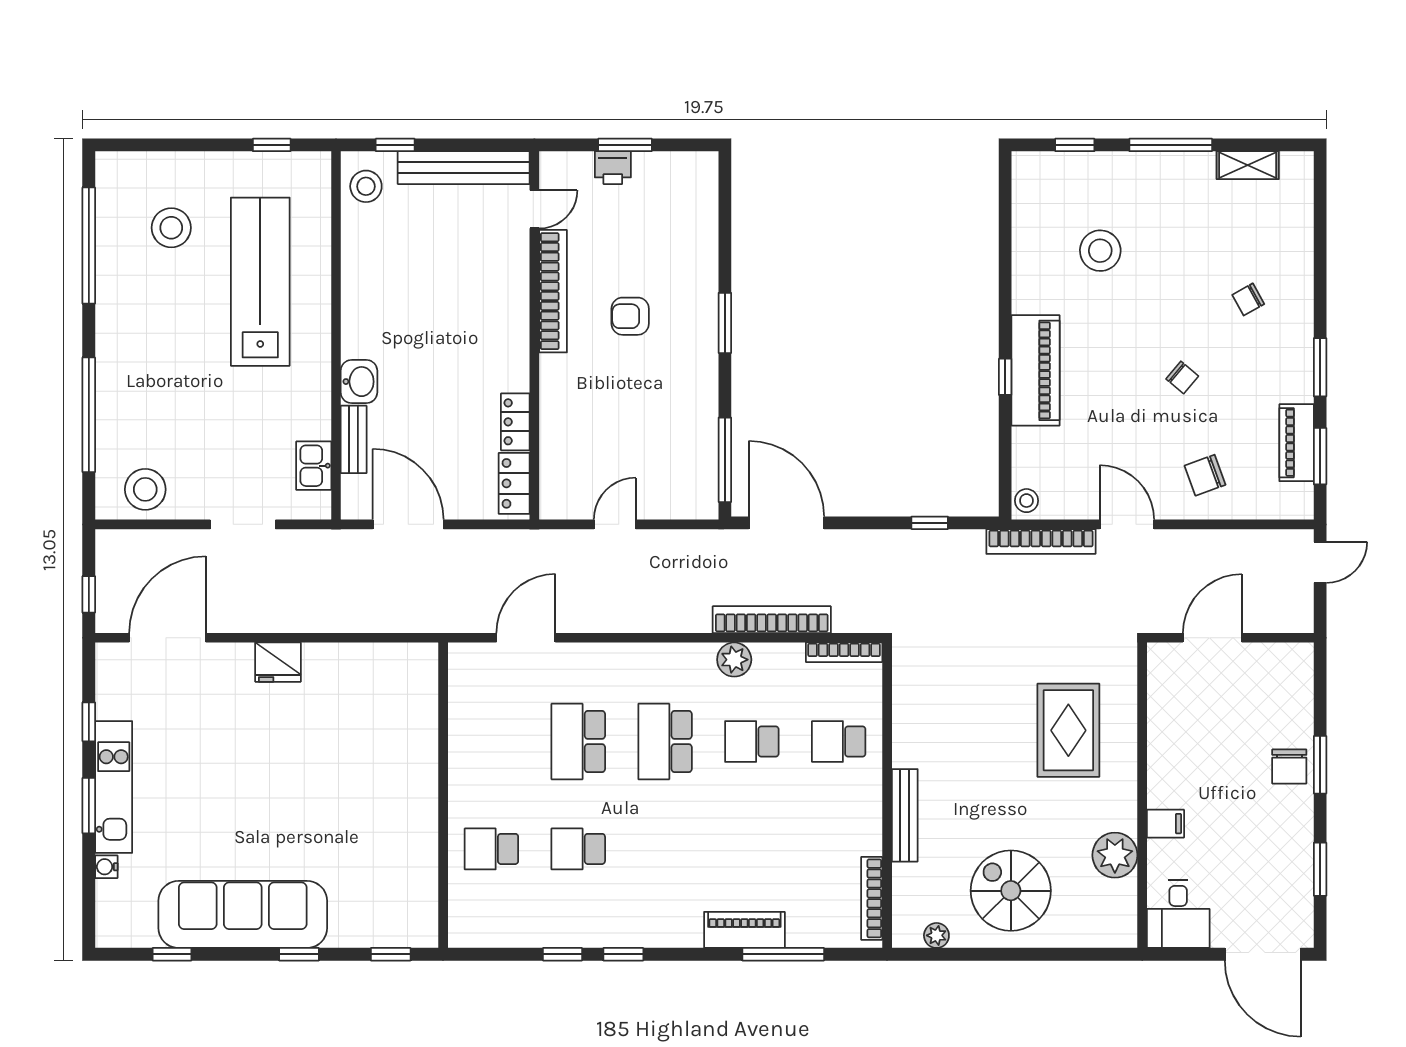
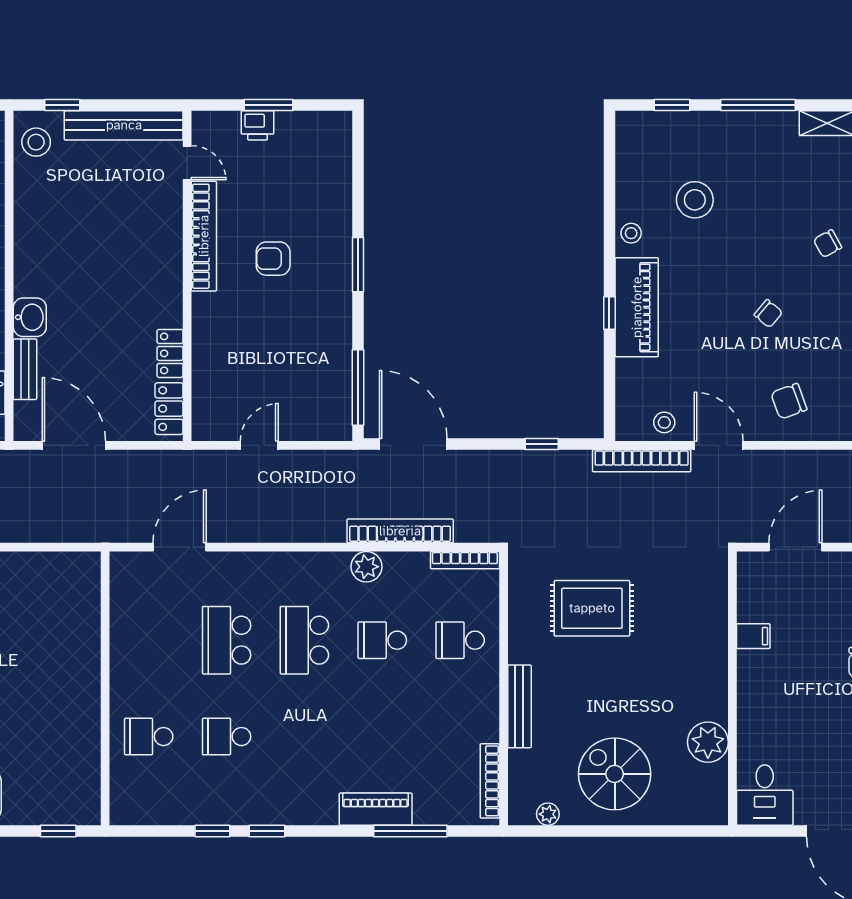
door: (534, 209) -> (187, 163), hinge flipped
stool: (1029, 288) -> (631, 233), added
stool: (1026, 501) -> (664, 422), moved
rug: (1068, 730) -> (592, 608), moved, turned 90
filing cabinet: (1165, 824) -> (753, 636), moved

